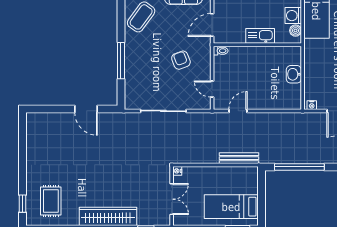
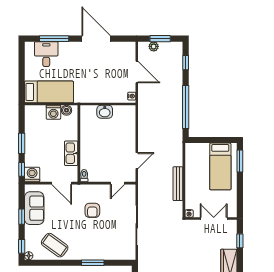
kitchen sink: (260, 36) -> (71, 153), moved
armchair: (181, 60) -> (92, 210), turned -69
window: (121, 61) -> (93, 263), width x0.69
door: (238, 111) -> (137, 161), swing flipped
bench: (239, 158) -> (178, 184), moved

